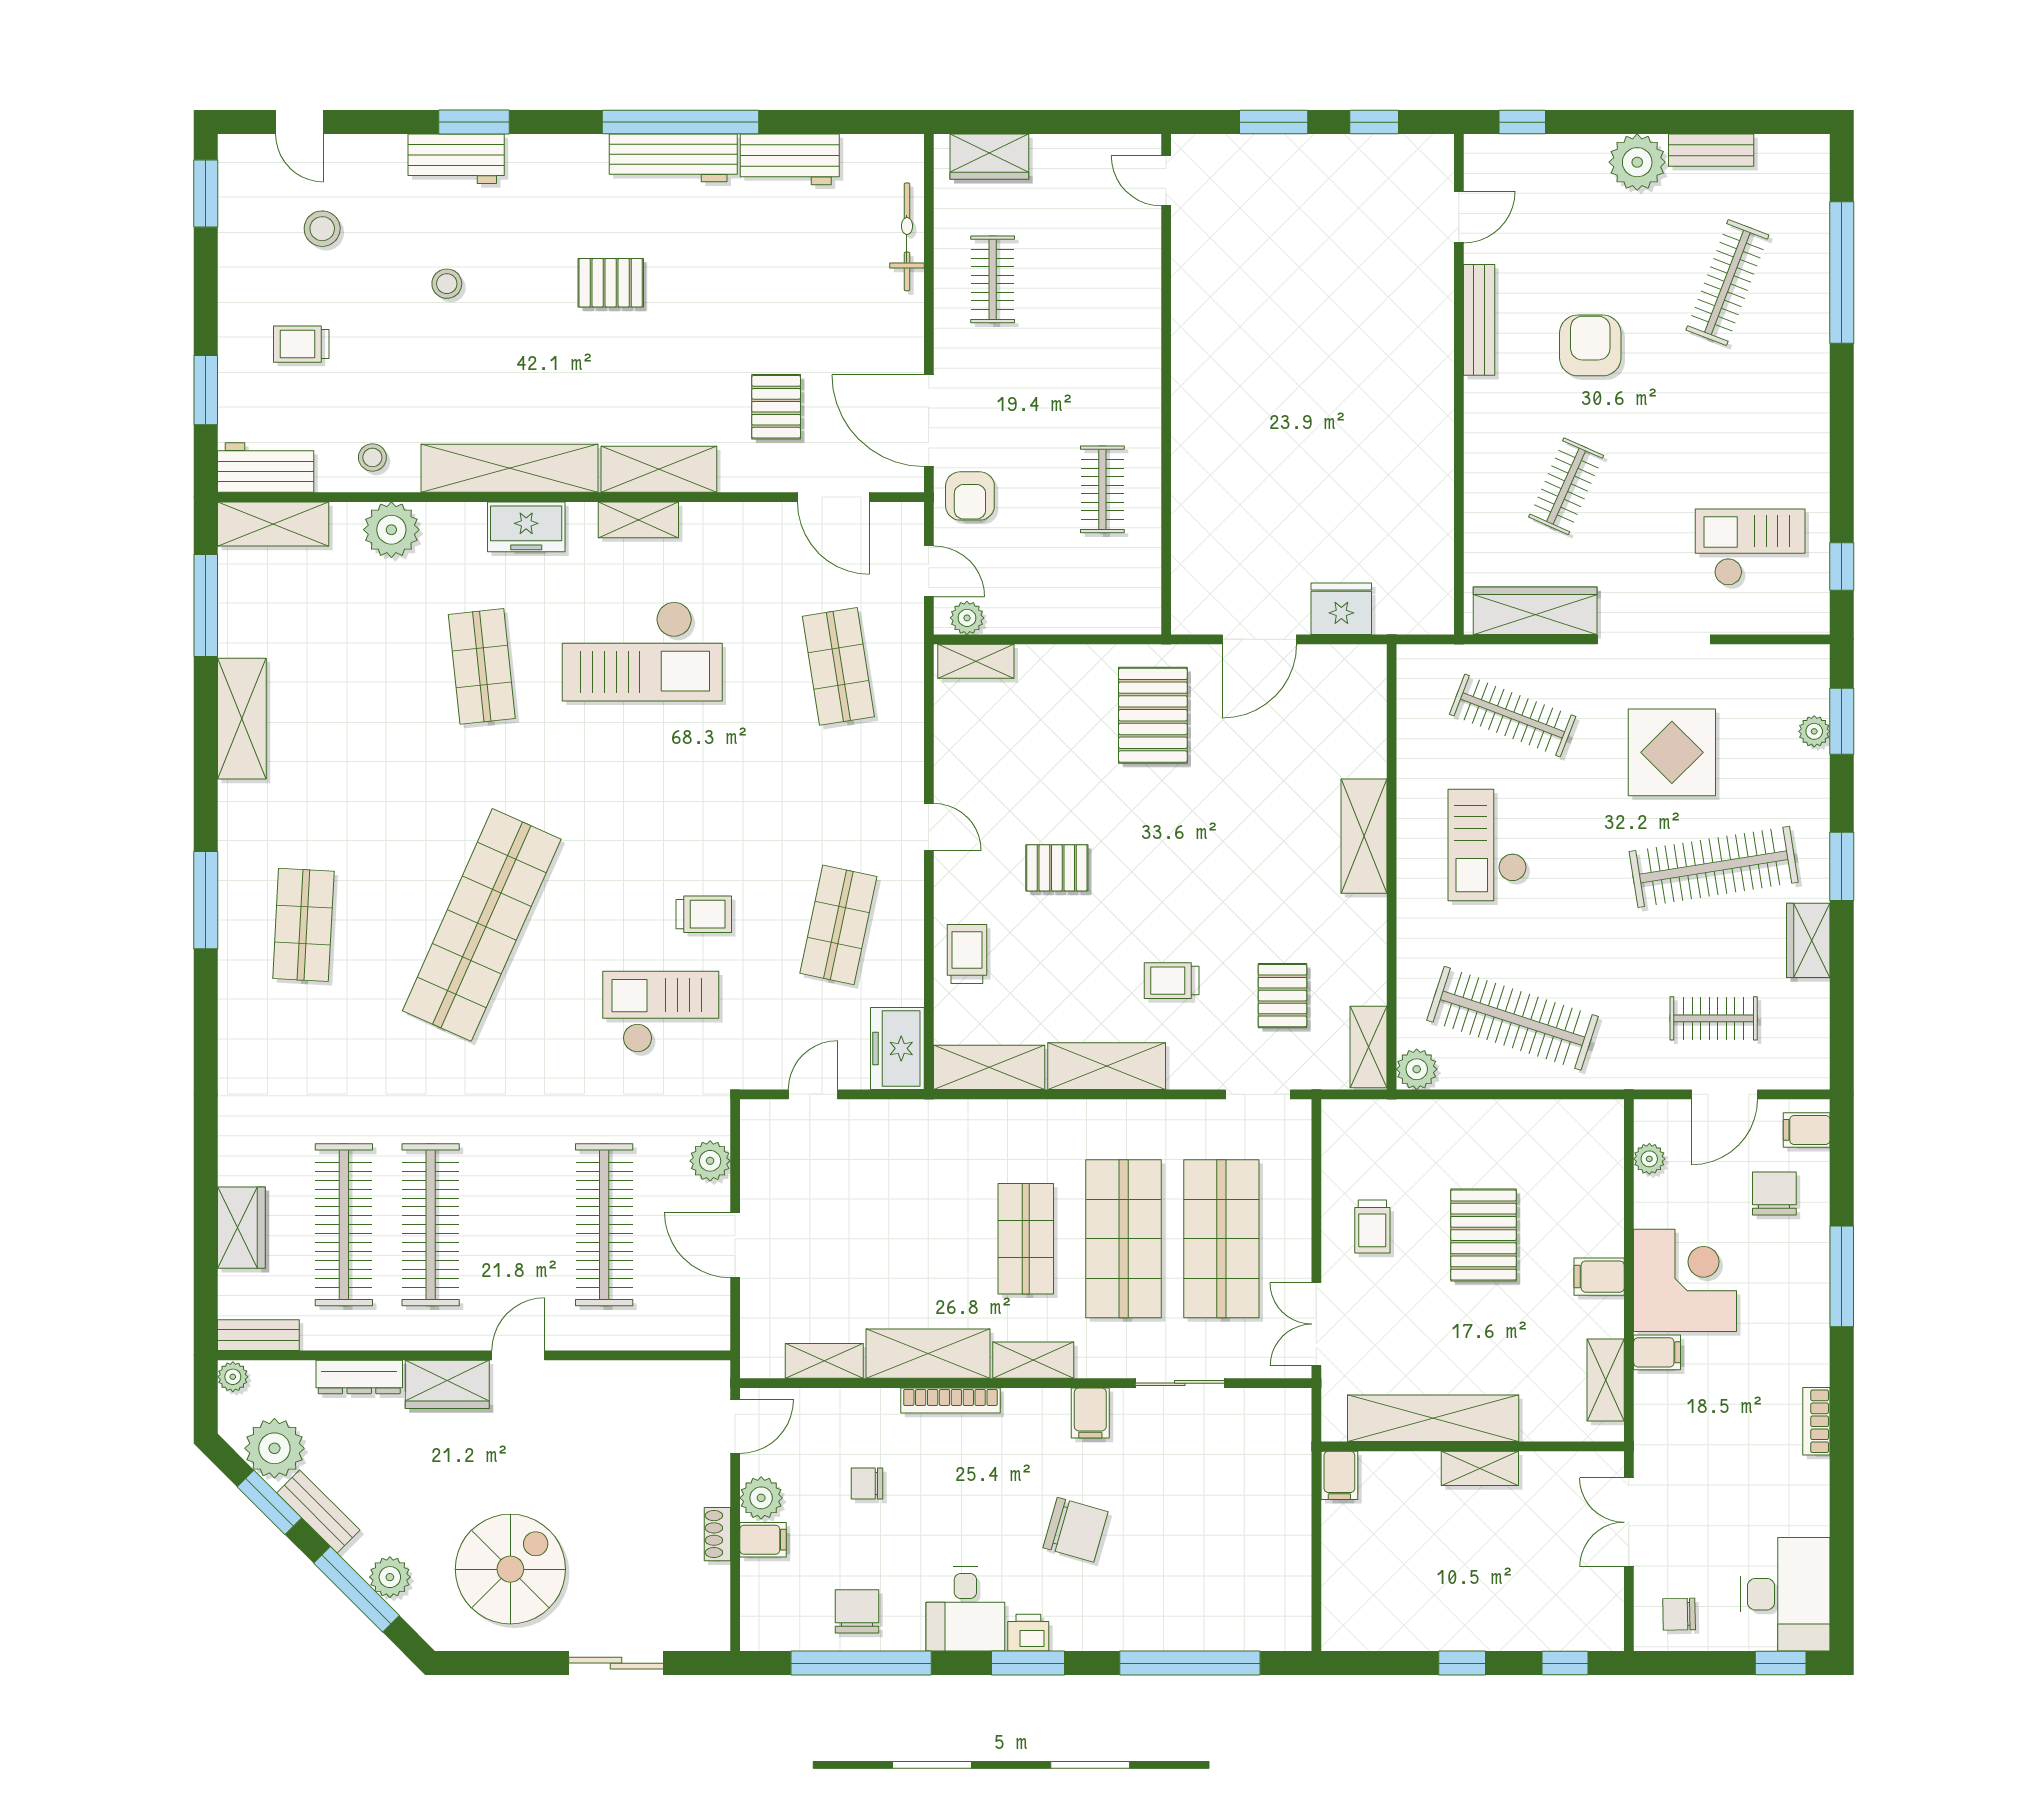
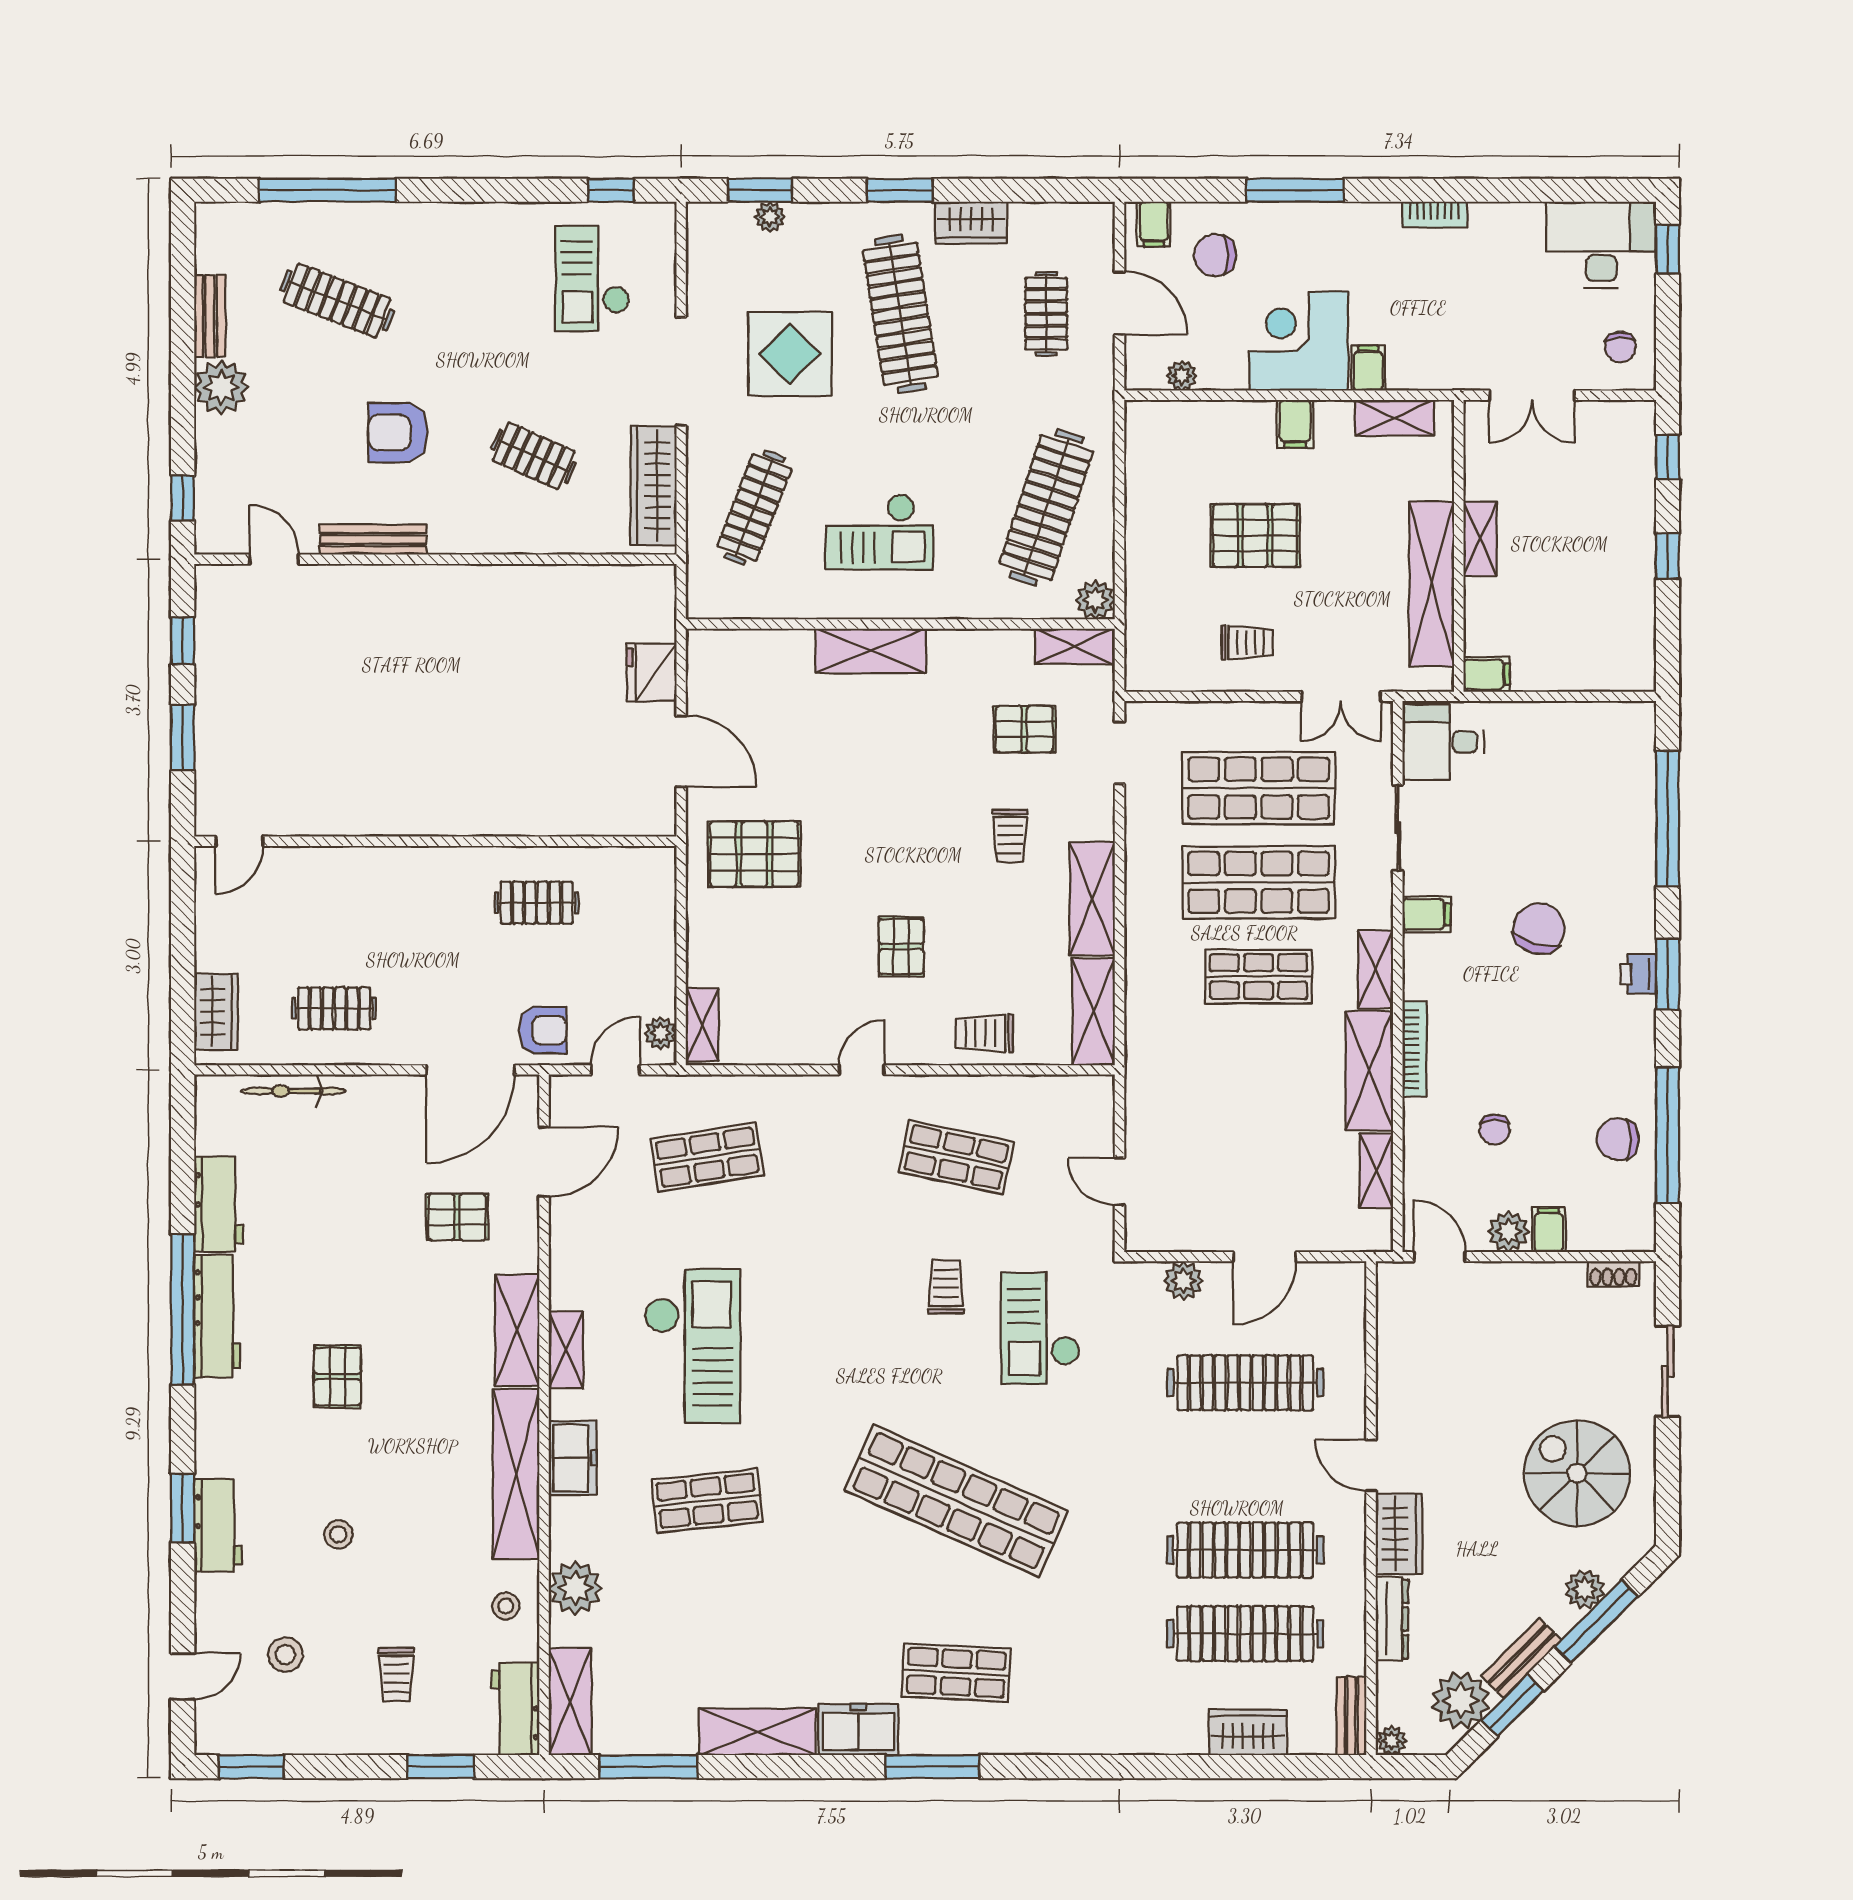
freezer: (897, 1048) -> (858, 1729), moved, turned 180
shoe rack: (717, 1534) -> (1613, 1274), moved
desk: (965, 1609) -> (1443, 742), moved, turned 180

